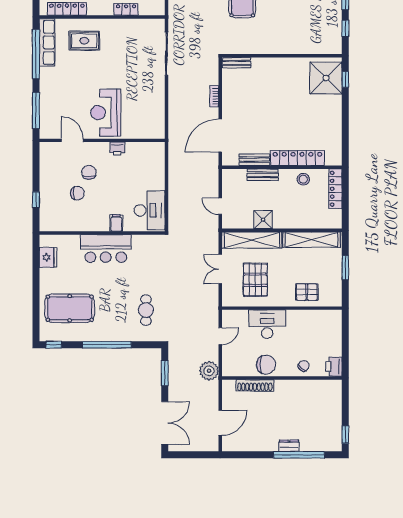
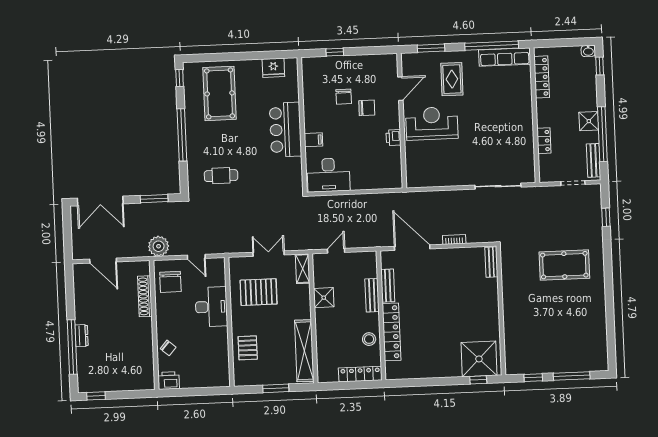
rug: (84, 41) -> (452, 79), moved
window: (36, 110) -> (431, 48), width x0.69
shelving: (252, 240) -> (303, 269), width x0.45, depth x0.75
chair: (266, 365) -> (170, 282), moved

